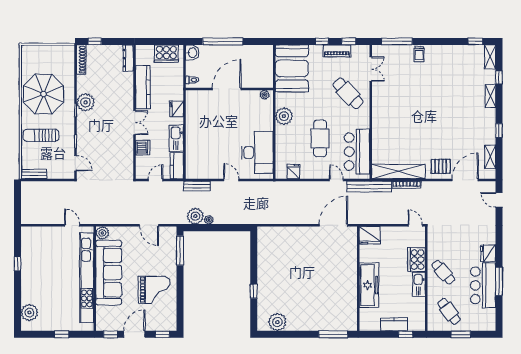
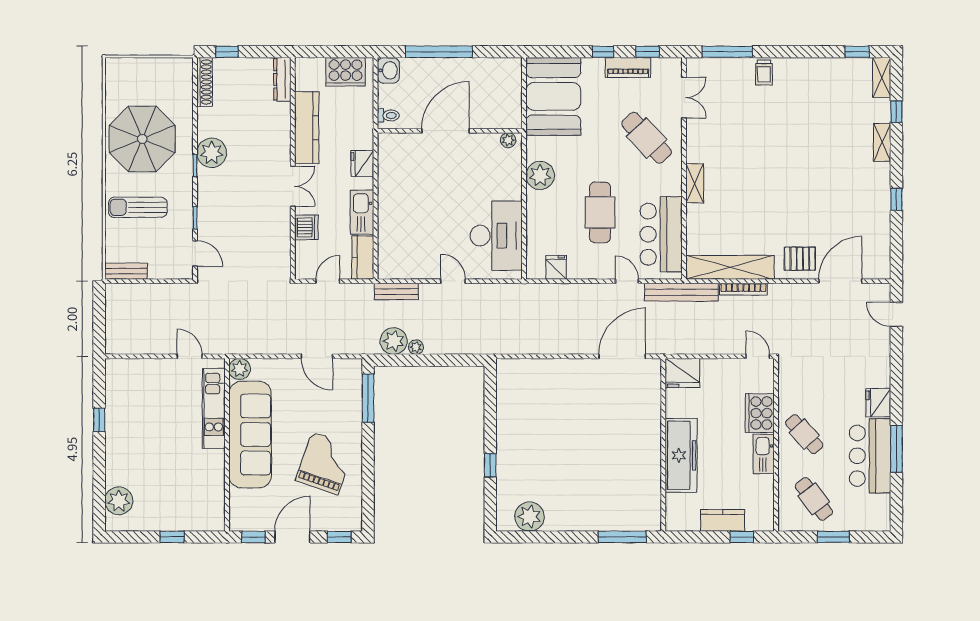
shelving: (490, 157) -> (695, 183), moved
kitchen unit: (87, 278) -> (214, 408), width x0.54
grand piano: (154, 290) -> (325, 463), turned -71

